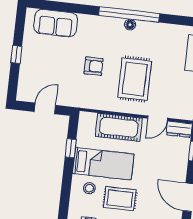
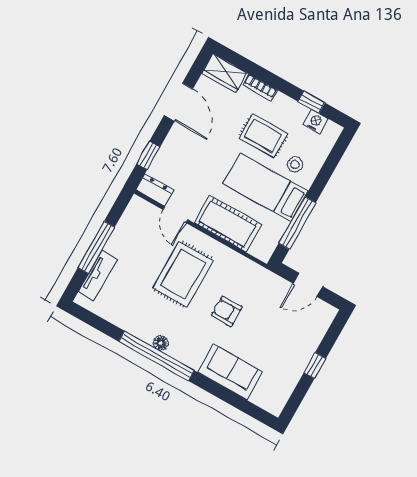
sofa: (56, 23) -> (230, 372), moved
door: (158, 118) -> (175, 215), swing flipped
window: (71, 148) -> (297, 223), width x2.17

